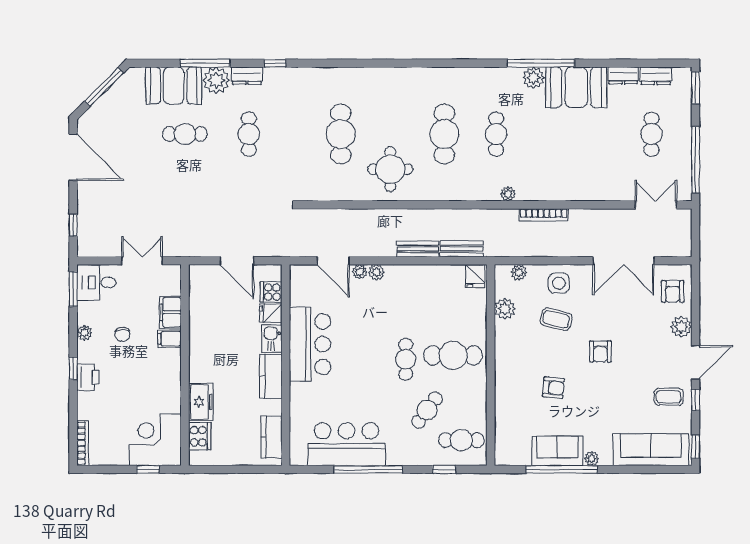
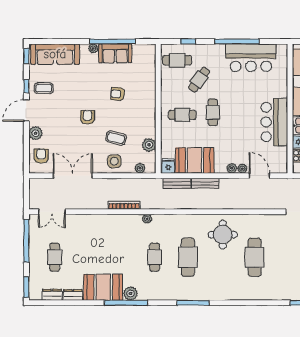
window: (437, 63) -> (193, 303), added
booth: (434, 285) -> (195, 160), added
cafe table: (453, 355) -> (182, 115), width x0.73, depth x0.74

